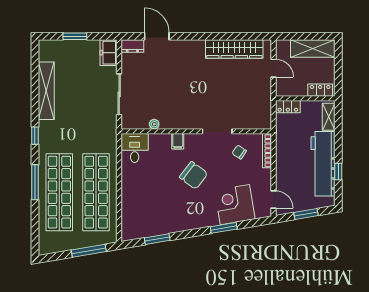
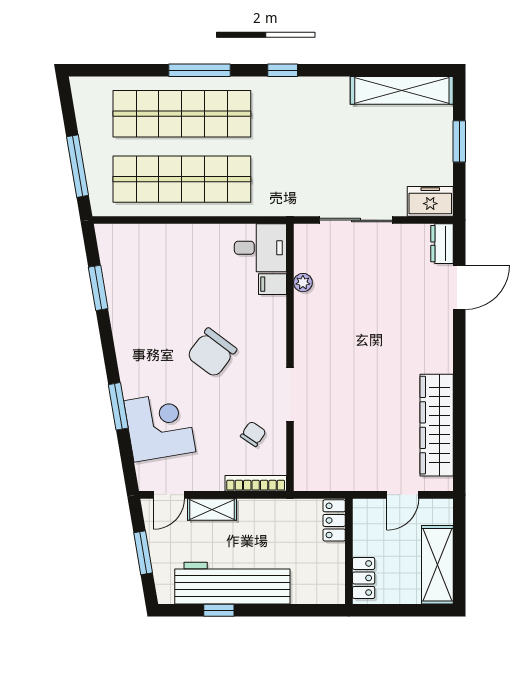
shelving: (46, 91) -> (402, 90), moved
shelving: (329, 117) -> (212, 509), moved
filing cabinet: (178, 141) -> (272, 284), moved

